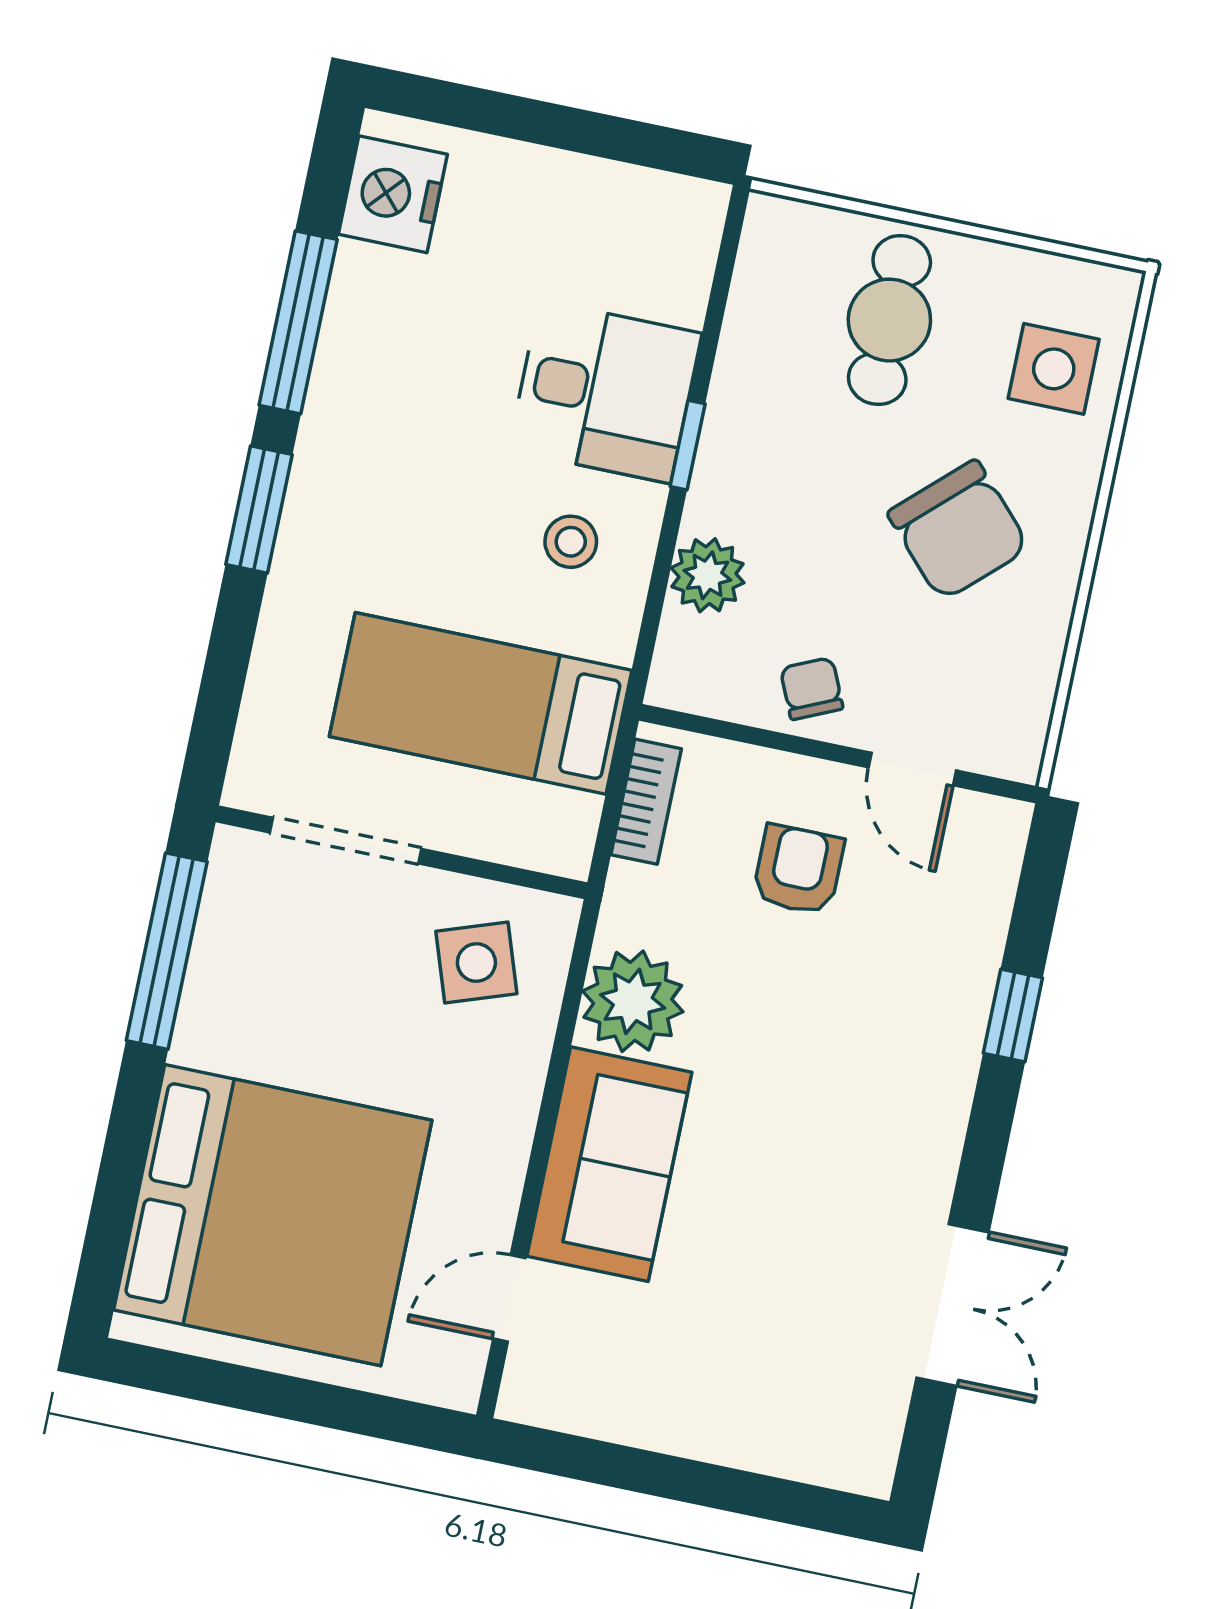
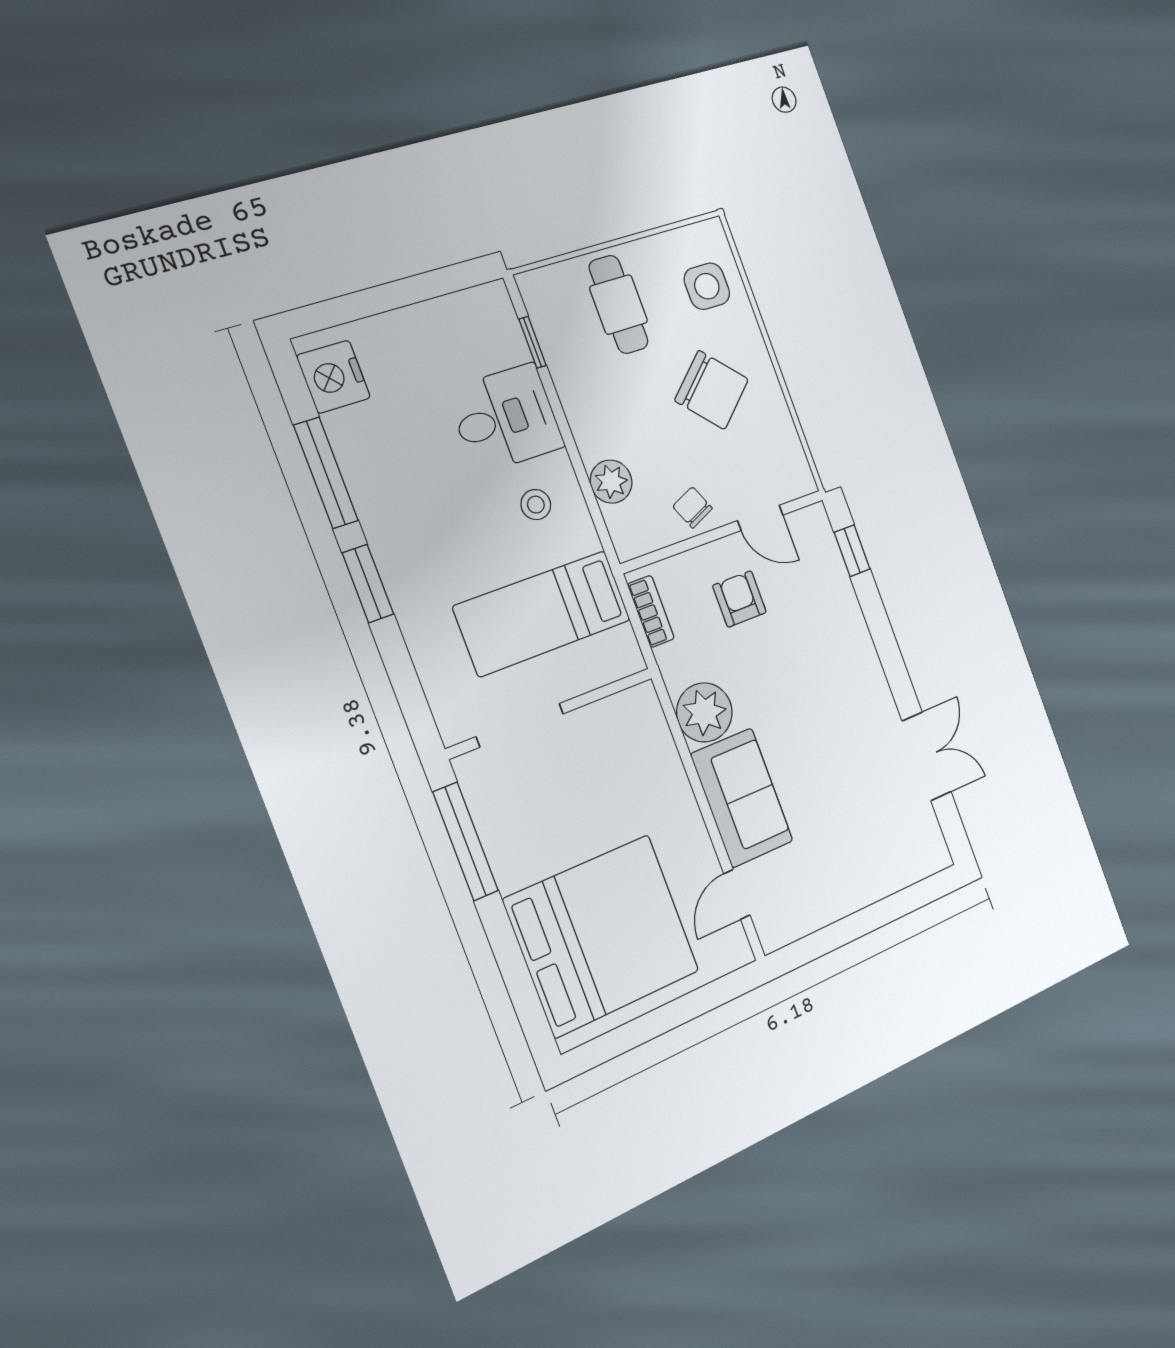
window: (688, 445) -> (532, 342), moved
side table: (476, 963) -> (621, 743), removed
window: (1013, 1016) -> (852, 551), moved

